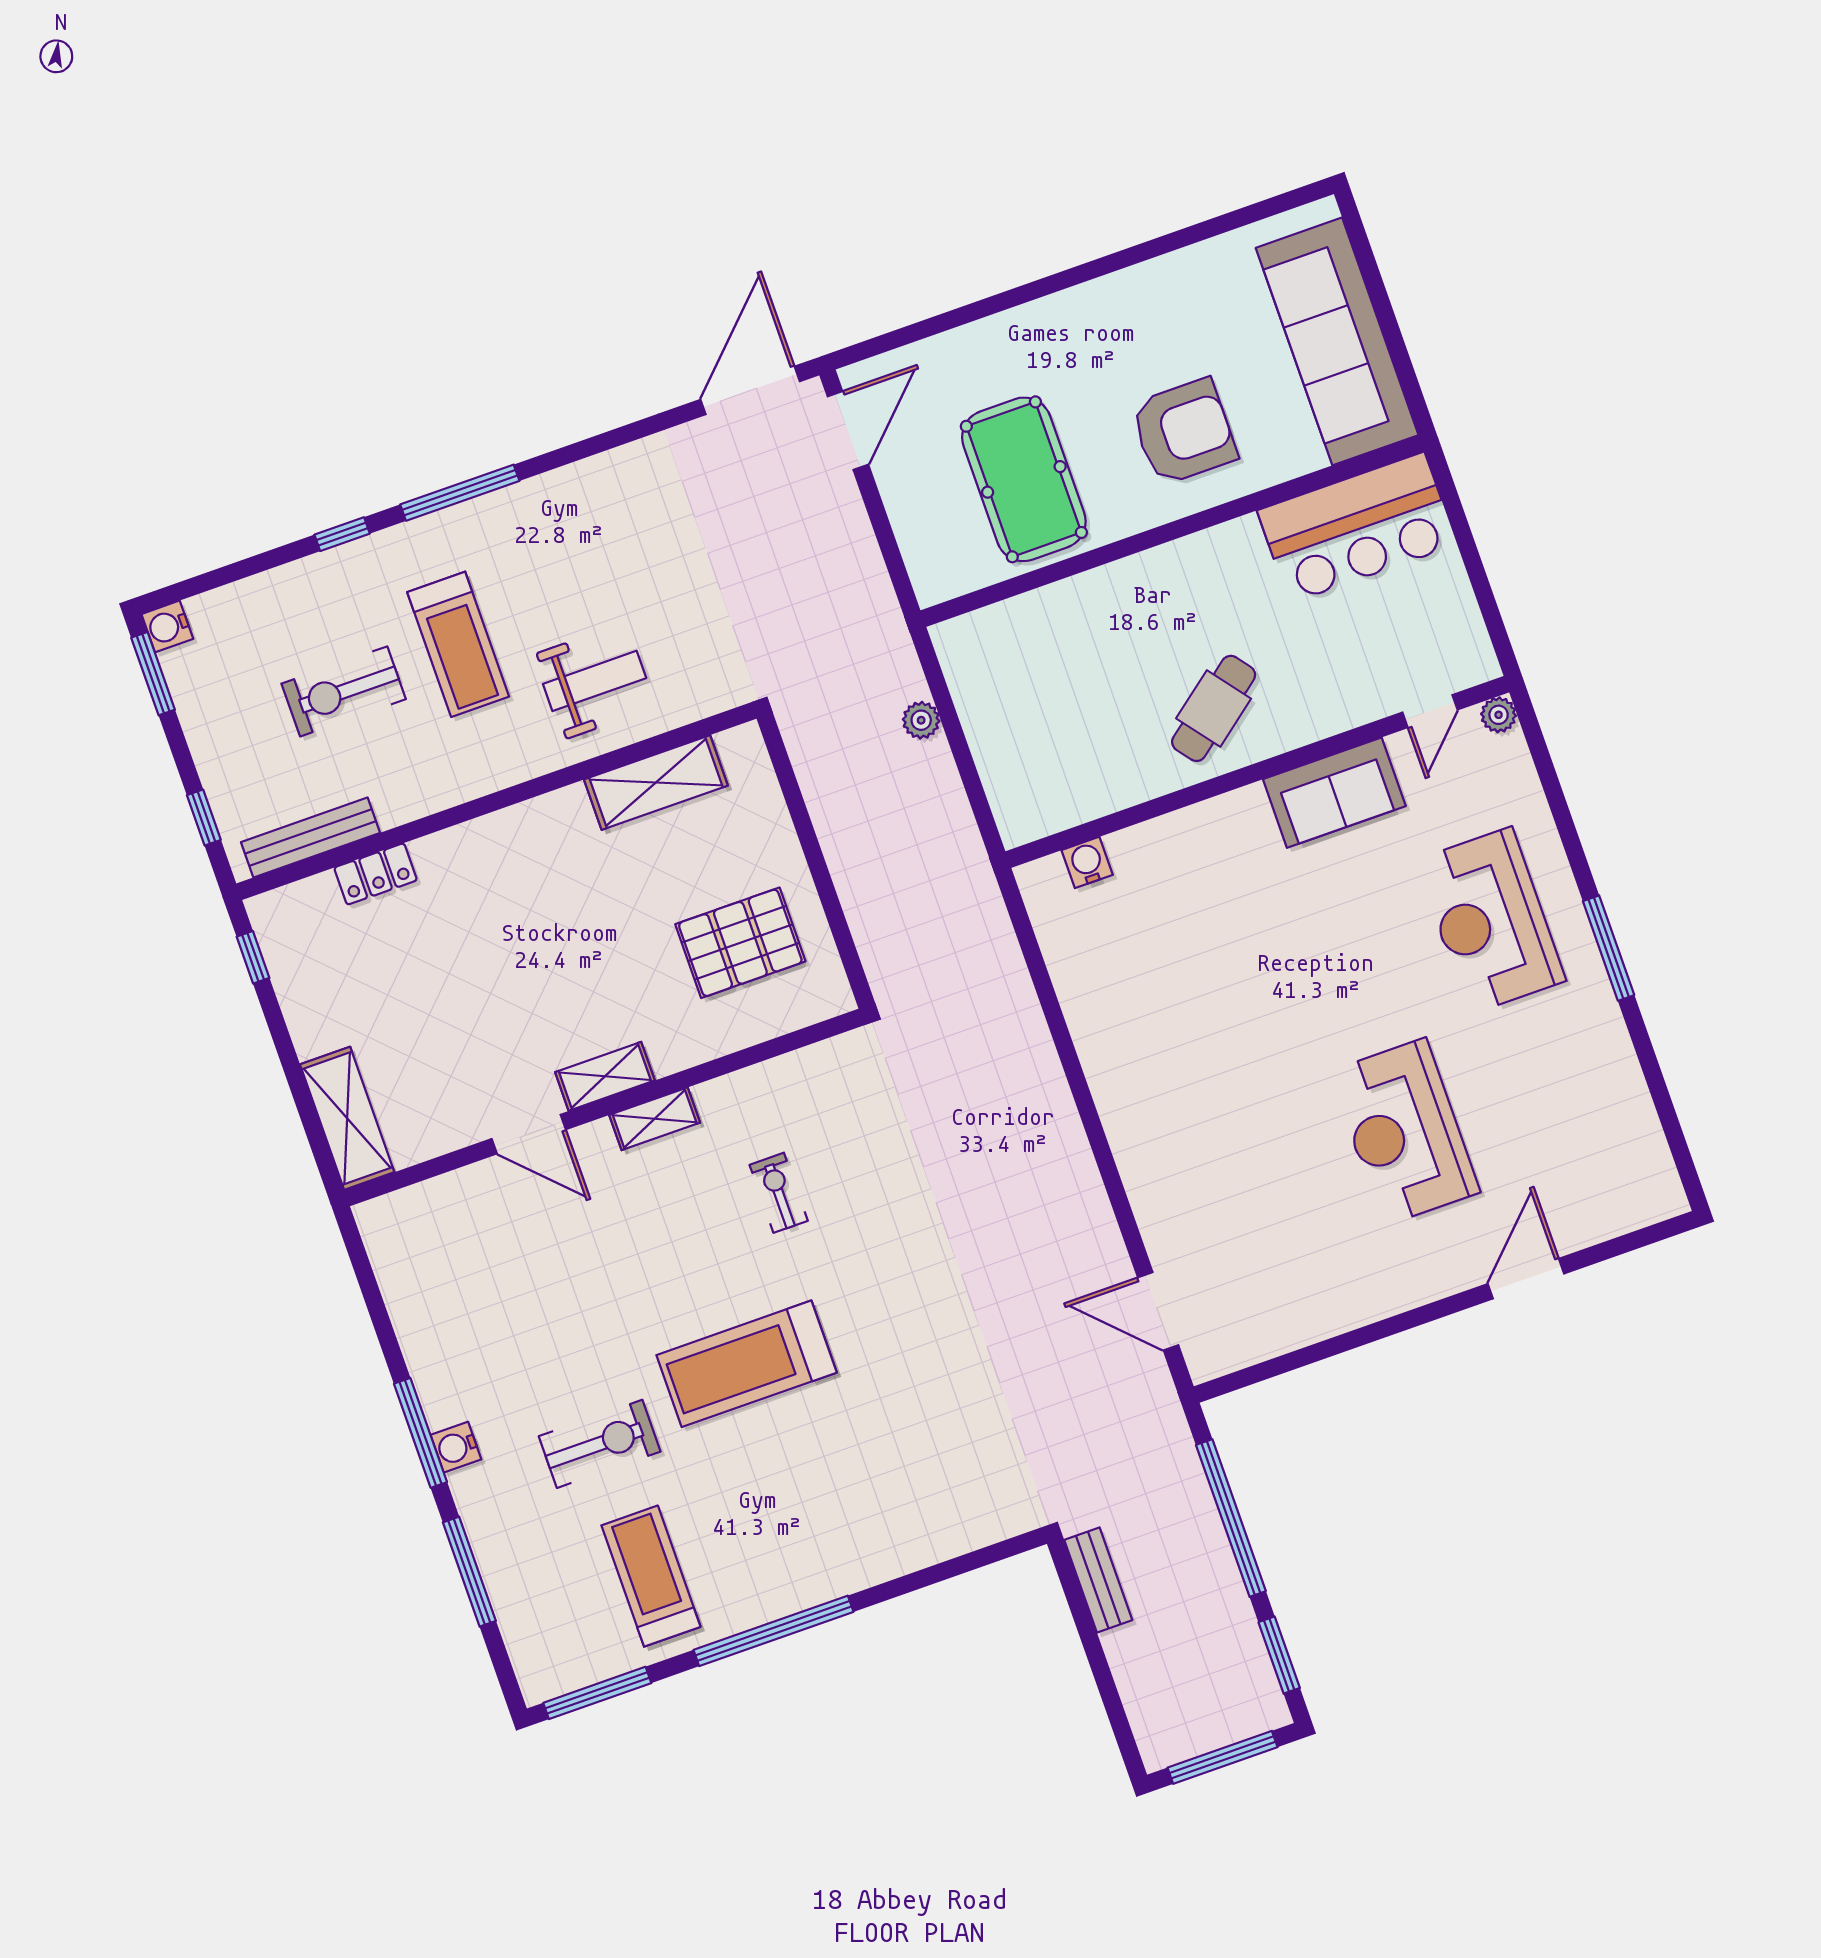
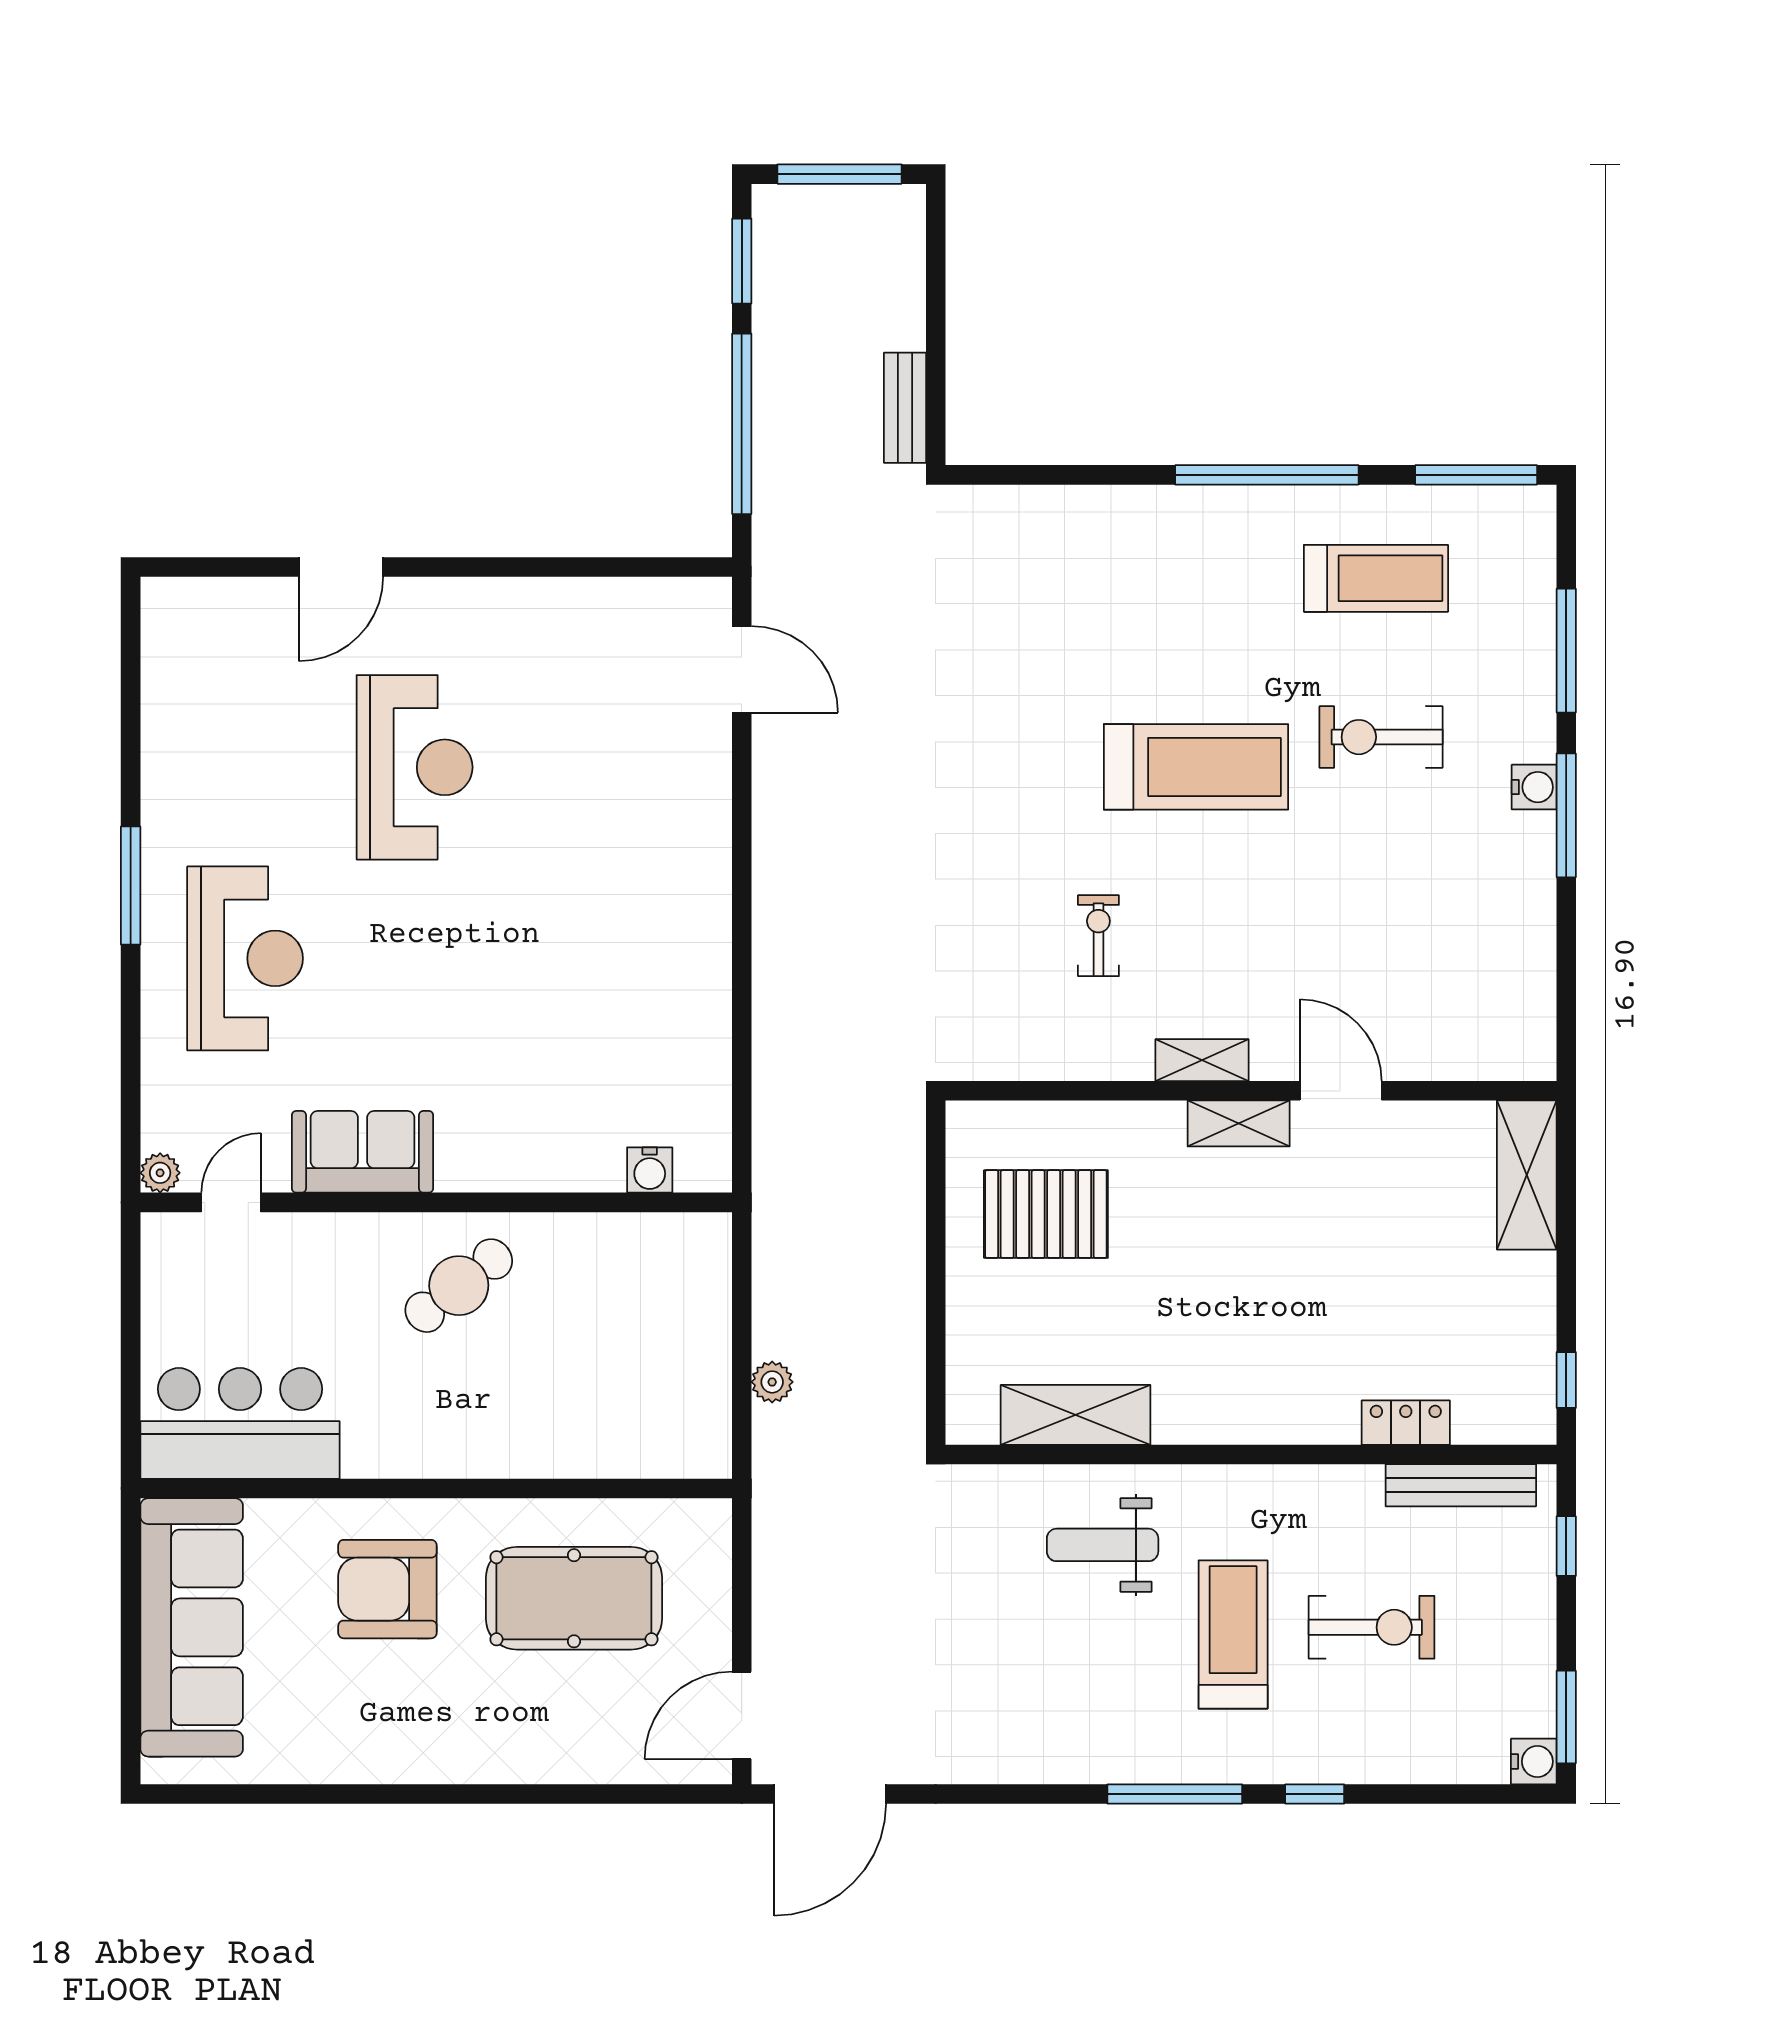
pool table: (1024, 479) -> (574, 1598), turned 90
exercise bike: (779, 1193) -> (1098, 936), turned 180
treadmill: (651, 1576) -> (1376, 578), turned -90

